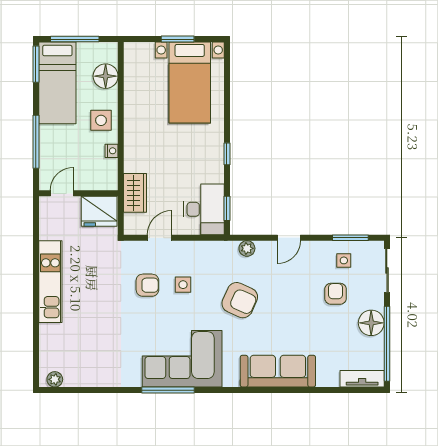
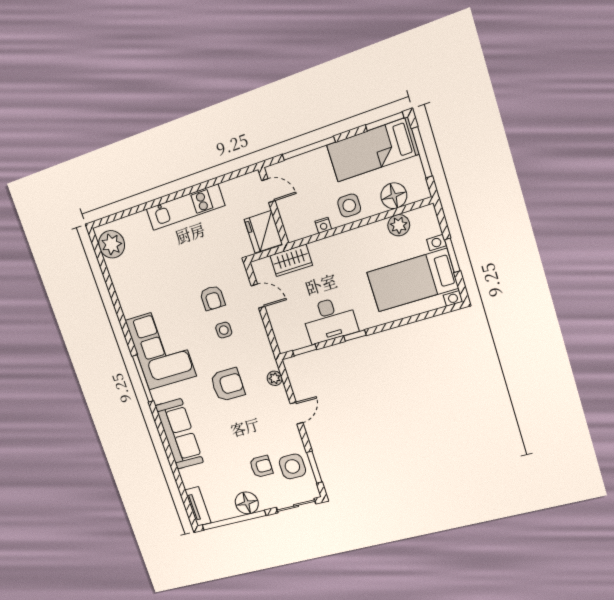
plant: (134, 80) -> (399, 225), added
desk: (204, 209) -> (330, 320), moved
door: (289, 238) -> (297, 413), swing flipped
side table: (344, 260) -> (292, 466), width x1.87, depth x1.87
armchair: (240, 300) -> (228, 385), turned -114
plant: (55, 379) -> (112, 244), width x1.87, depth x1.87
window: (168, 390) -> (143, 379), moved

